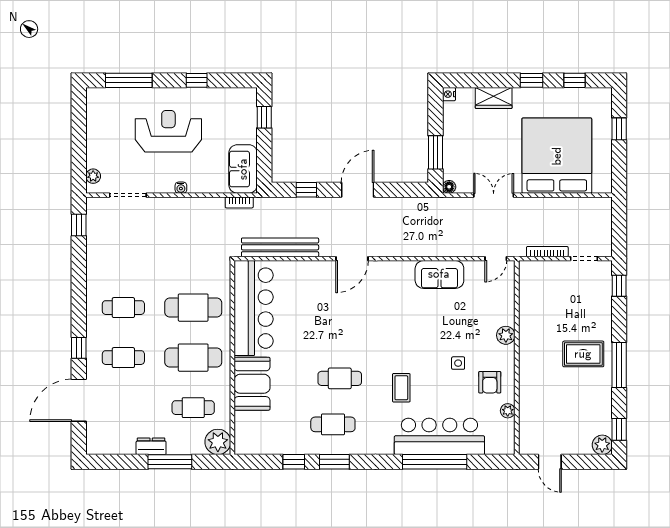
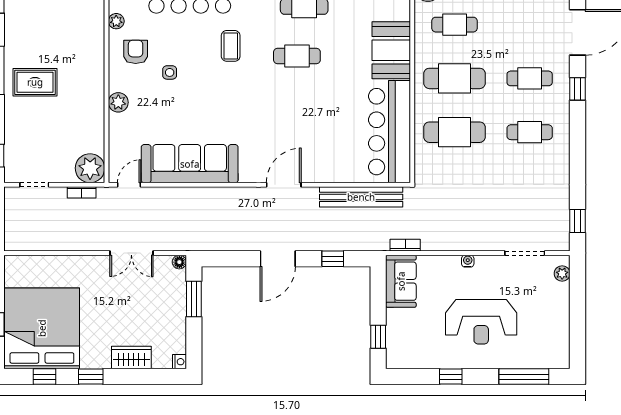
bed: (557, 156) -> (42, 328), moved, turned 180
bookcase: (547, 252) -> (82, 192), width x0.64
sofa: (439, 274) -> (190, 164), width x1.85, depth x1.27
plant: (532, 274) -> (90, 168), added

